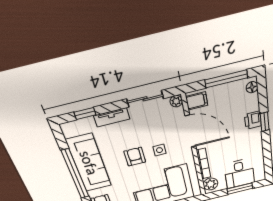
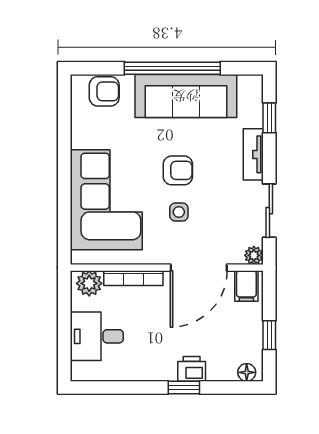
window: (226, 79) -> (269, 335), width x0.46
window: (240, 189) -> (64, 333), removed

